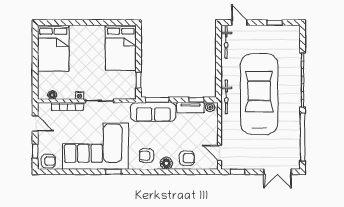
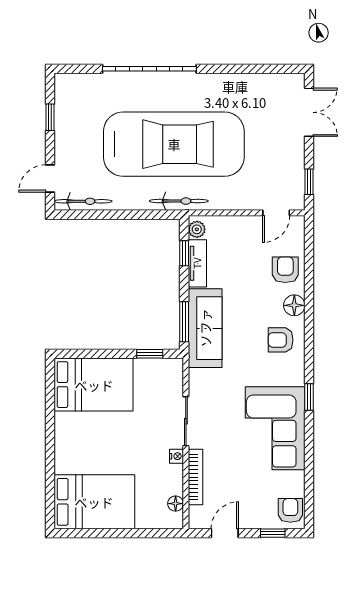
car: (259, 94) -> (174, 144), turned 180
window: (303, 137) -> (248, 69), removed
corner sofa: (96, 146) -> (275, 428), width x0.73, depth x0.74
armchair: (146, 156) -> (281, 340), turned 90

